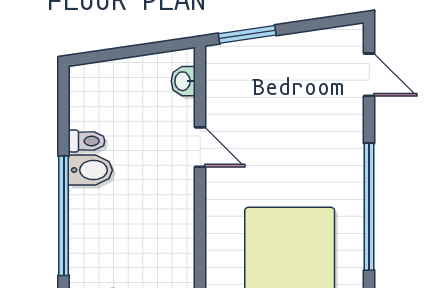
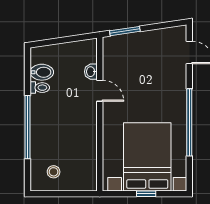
washbasin: (183, 81) -> (91, 72), moved
bidet: (90, 170) -> (42, 72), moved

